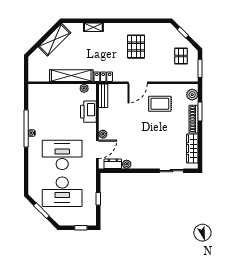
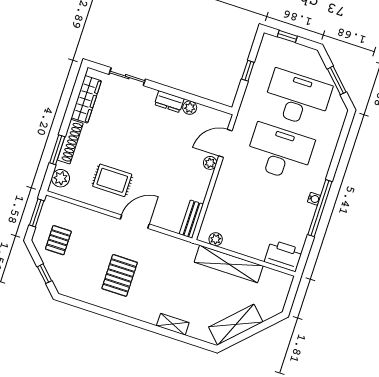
locker: (103, 77) -> (182, 247), removed
printer: (88, 112) -> (284, 256), moved, turned -90
desk: (62, 155) -> (280, 152), turned 180
dresser: (113, 164) -> (169, 102), moved

